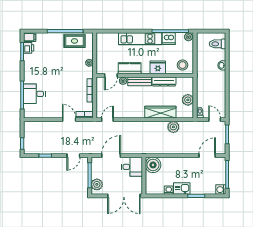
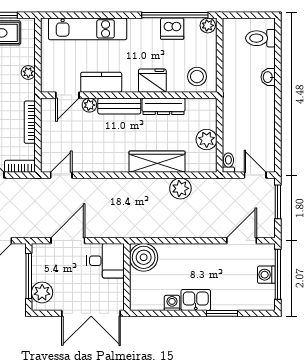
kitchen unit: (140, 39) -> (88, 29), moved
washing machine: (221, 190) -> (266, 275), moved

